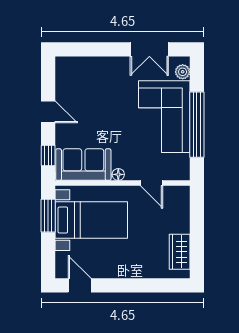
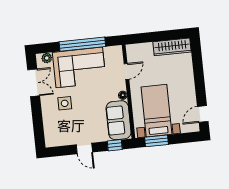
side table: (115, 90) -> (65, 103), added
door: (48, 112) -> (84, 148), swing flipped
wardrobe: (180, 252) -> (172, 47), width x1.50

